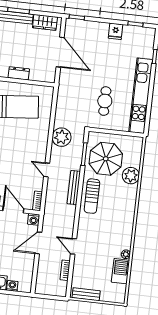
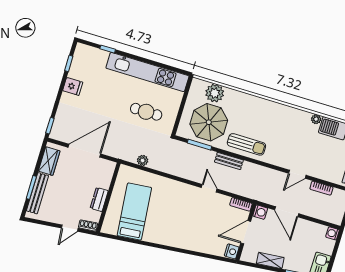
plant: (62, 137) -> (143, 160), moved, width x0.53, depth x0.53
door: (47, 170) -> (209, 188), swing flipped
plant: (131, 176) -> (215, 93), moved
bench: (74, 188) -> (229, 161), width x0.73
washing machine: (12, 286) -> (332, 233), moved

